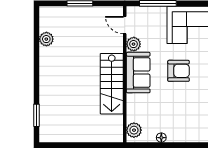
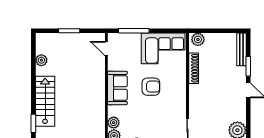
plant: (134, 44) -> (114, 123), moved
stairs: (112, 84) -> (45, 101), moved, turned 180

